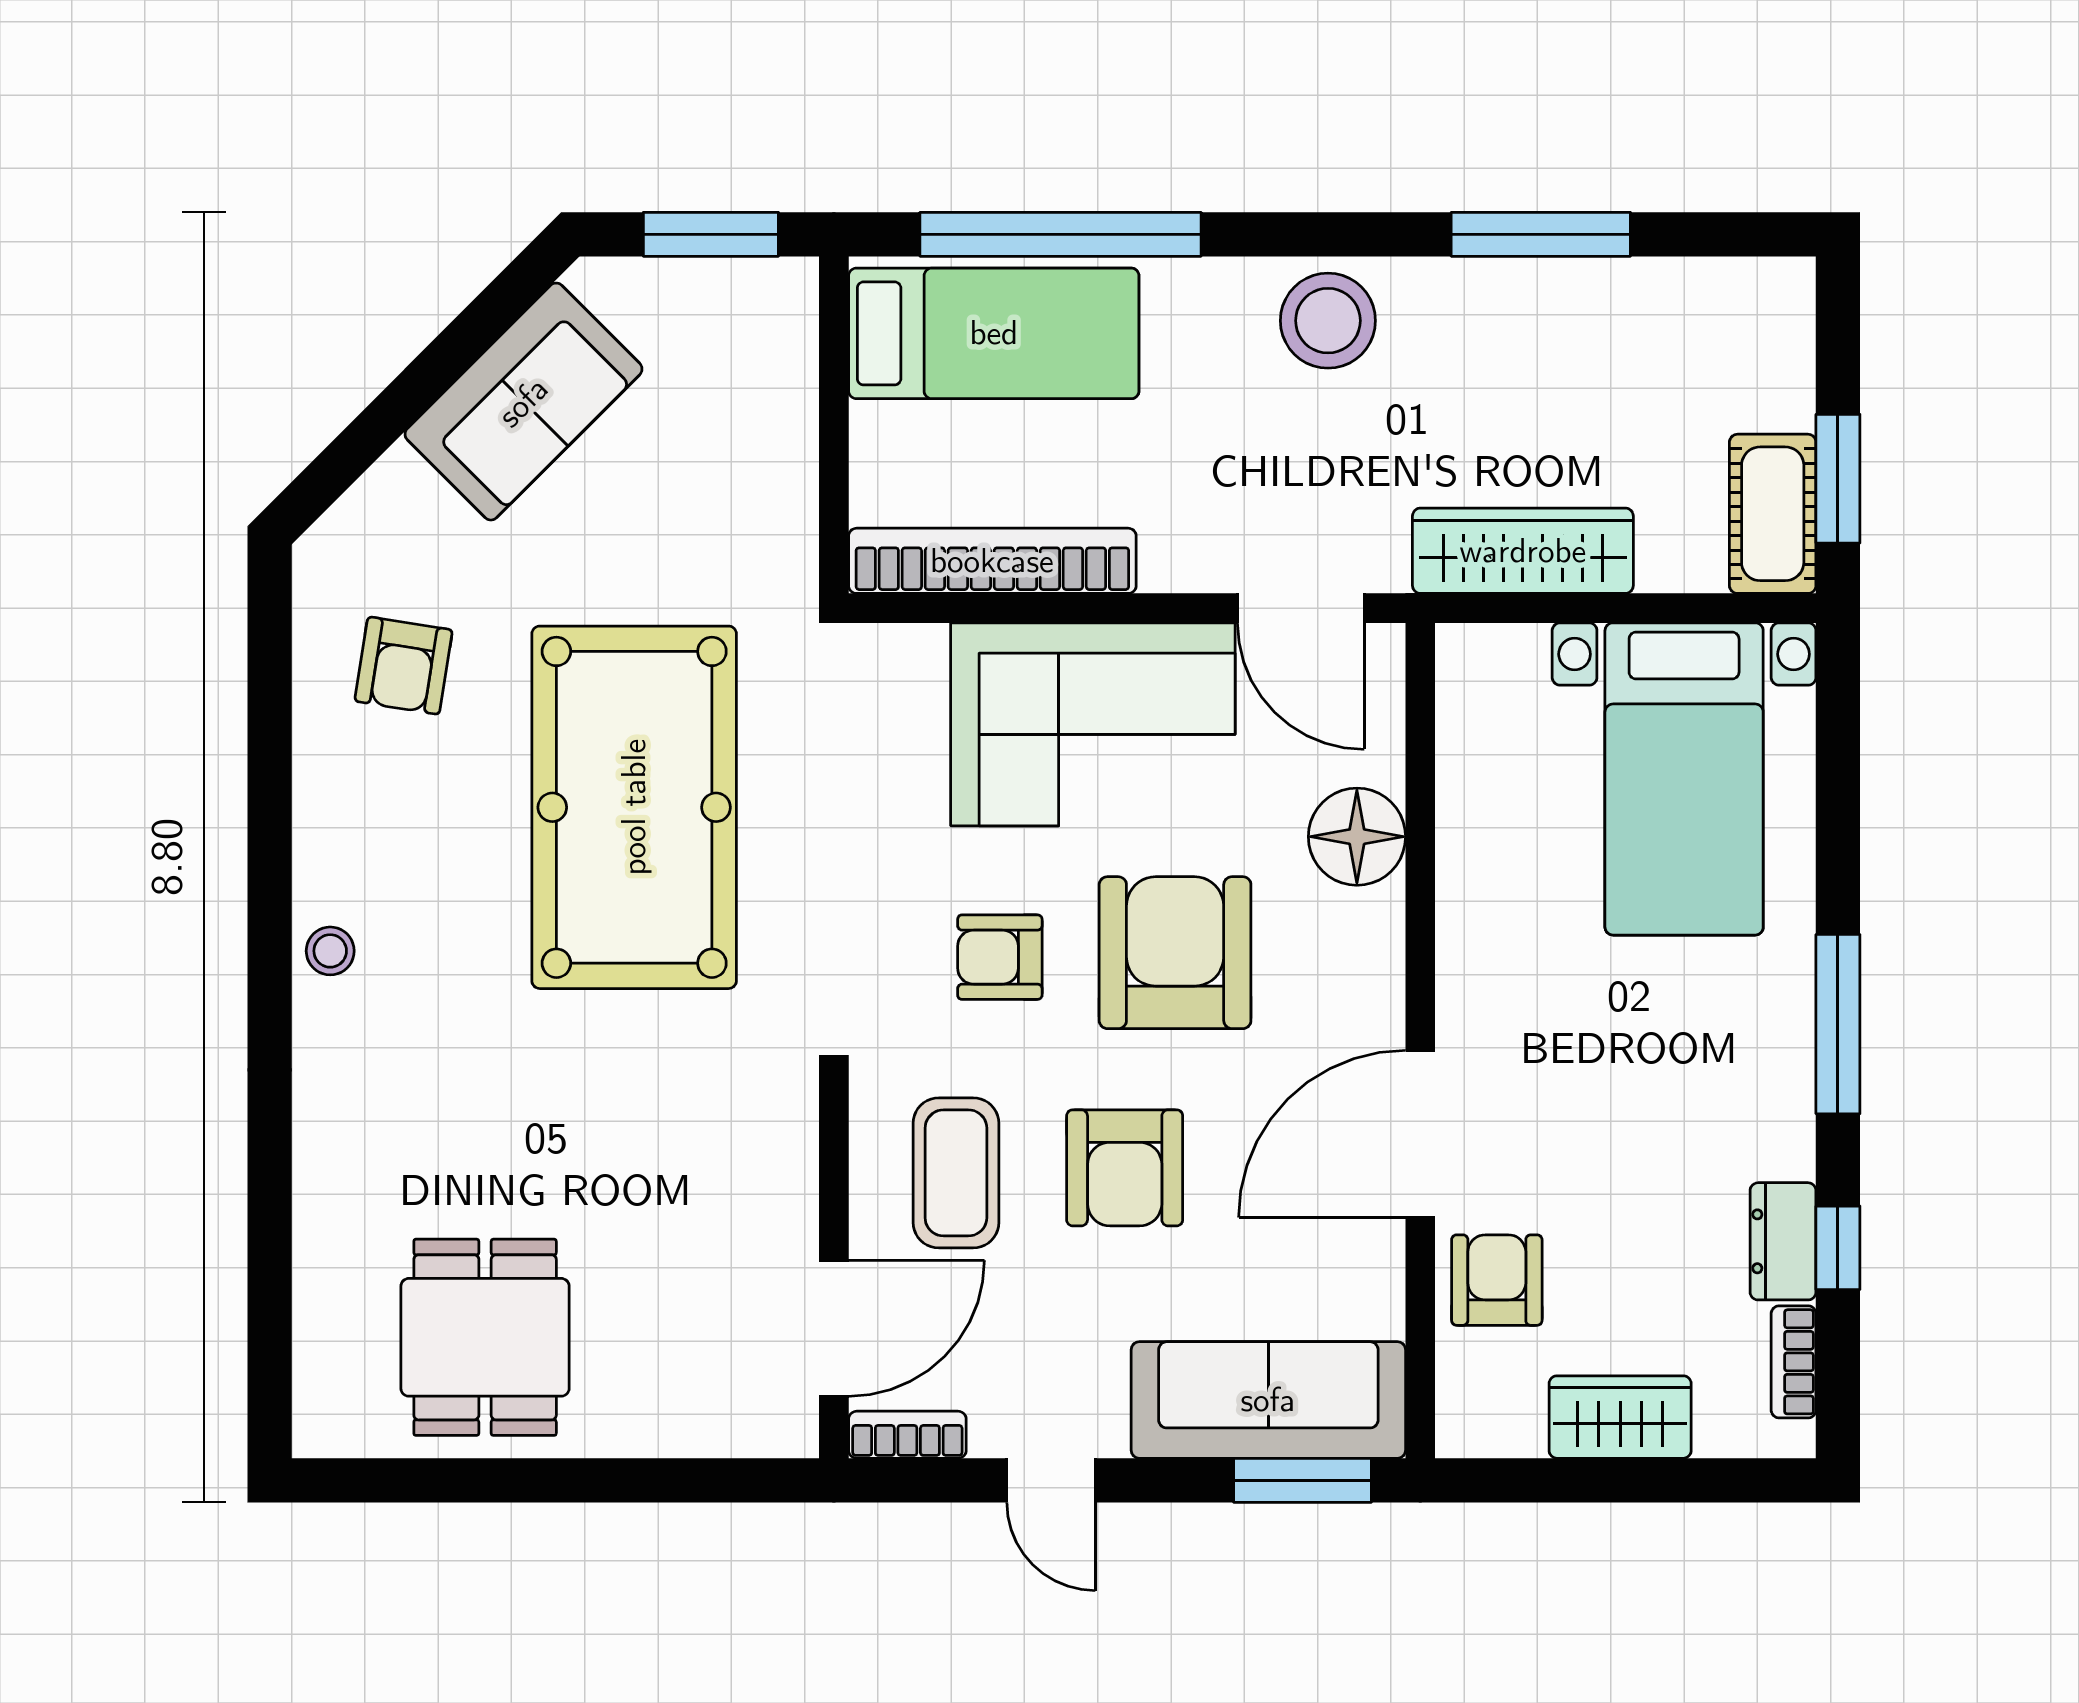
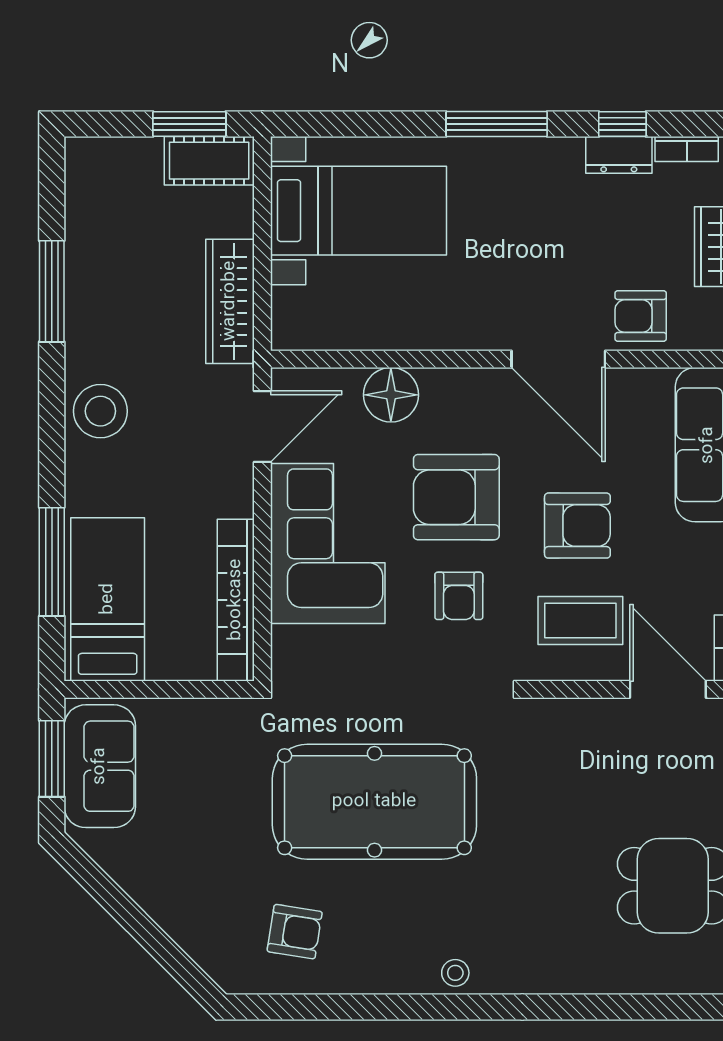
window: (1060, 234) -> (52, 562), width x0.68
sofa: (523, 402) -> (100, 766), moved, turned 45

